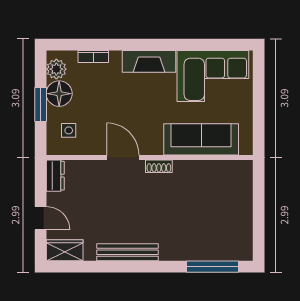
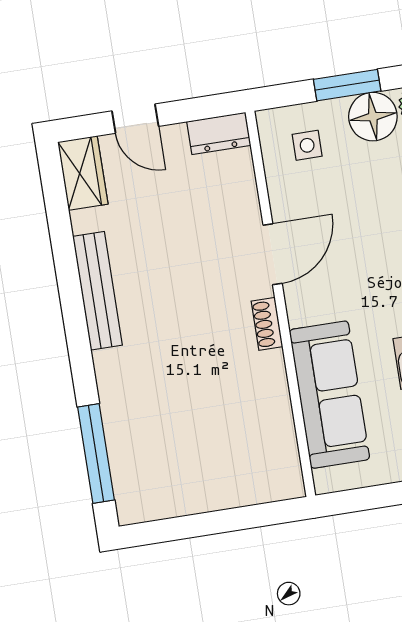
door: (41, 218) -> (135, 119), hinge flipped

